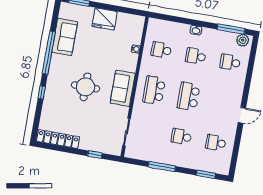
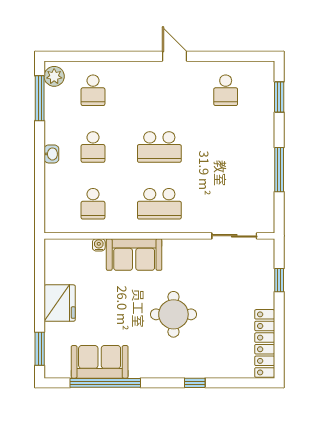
window: (49, 53) -> (105, 383), moved
sofa: (123, 88) -> (134, 255), moved
school desk: (181, 137) -> (226, 147), removed

